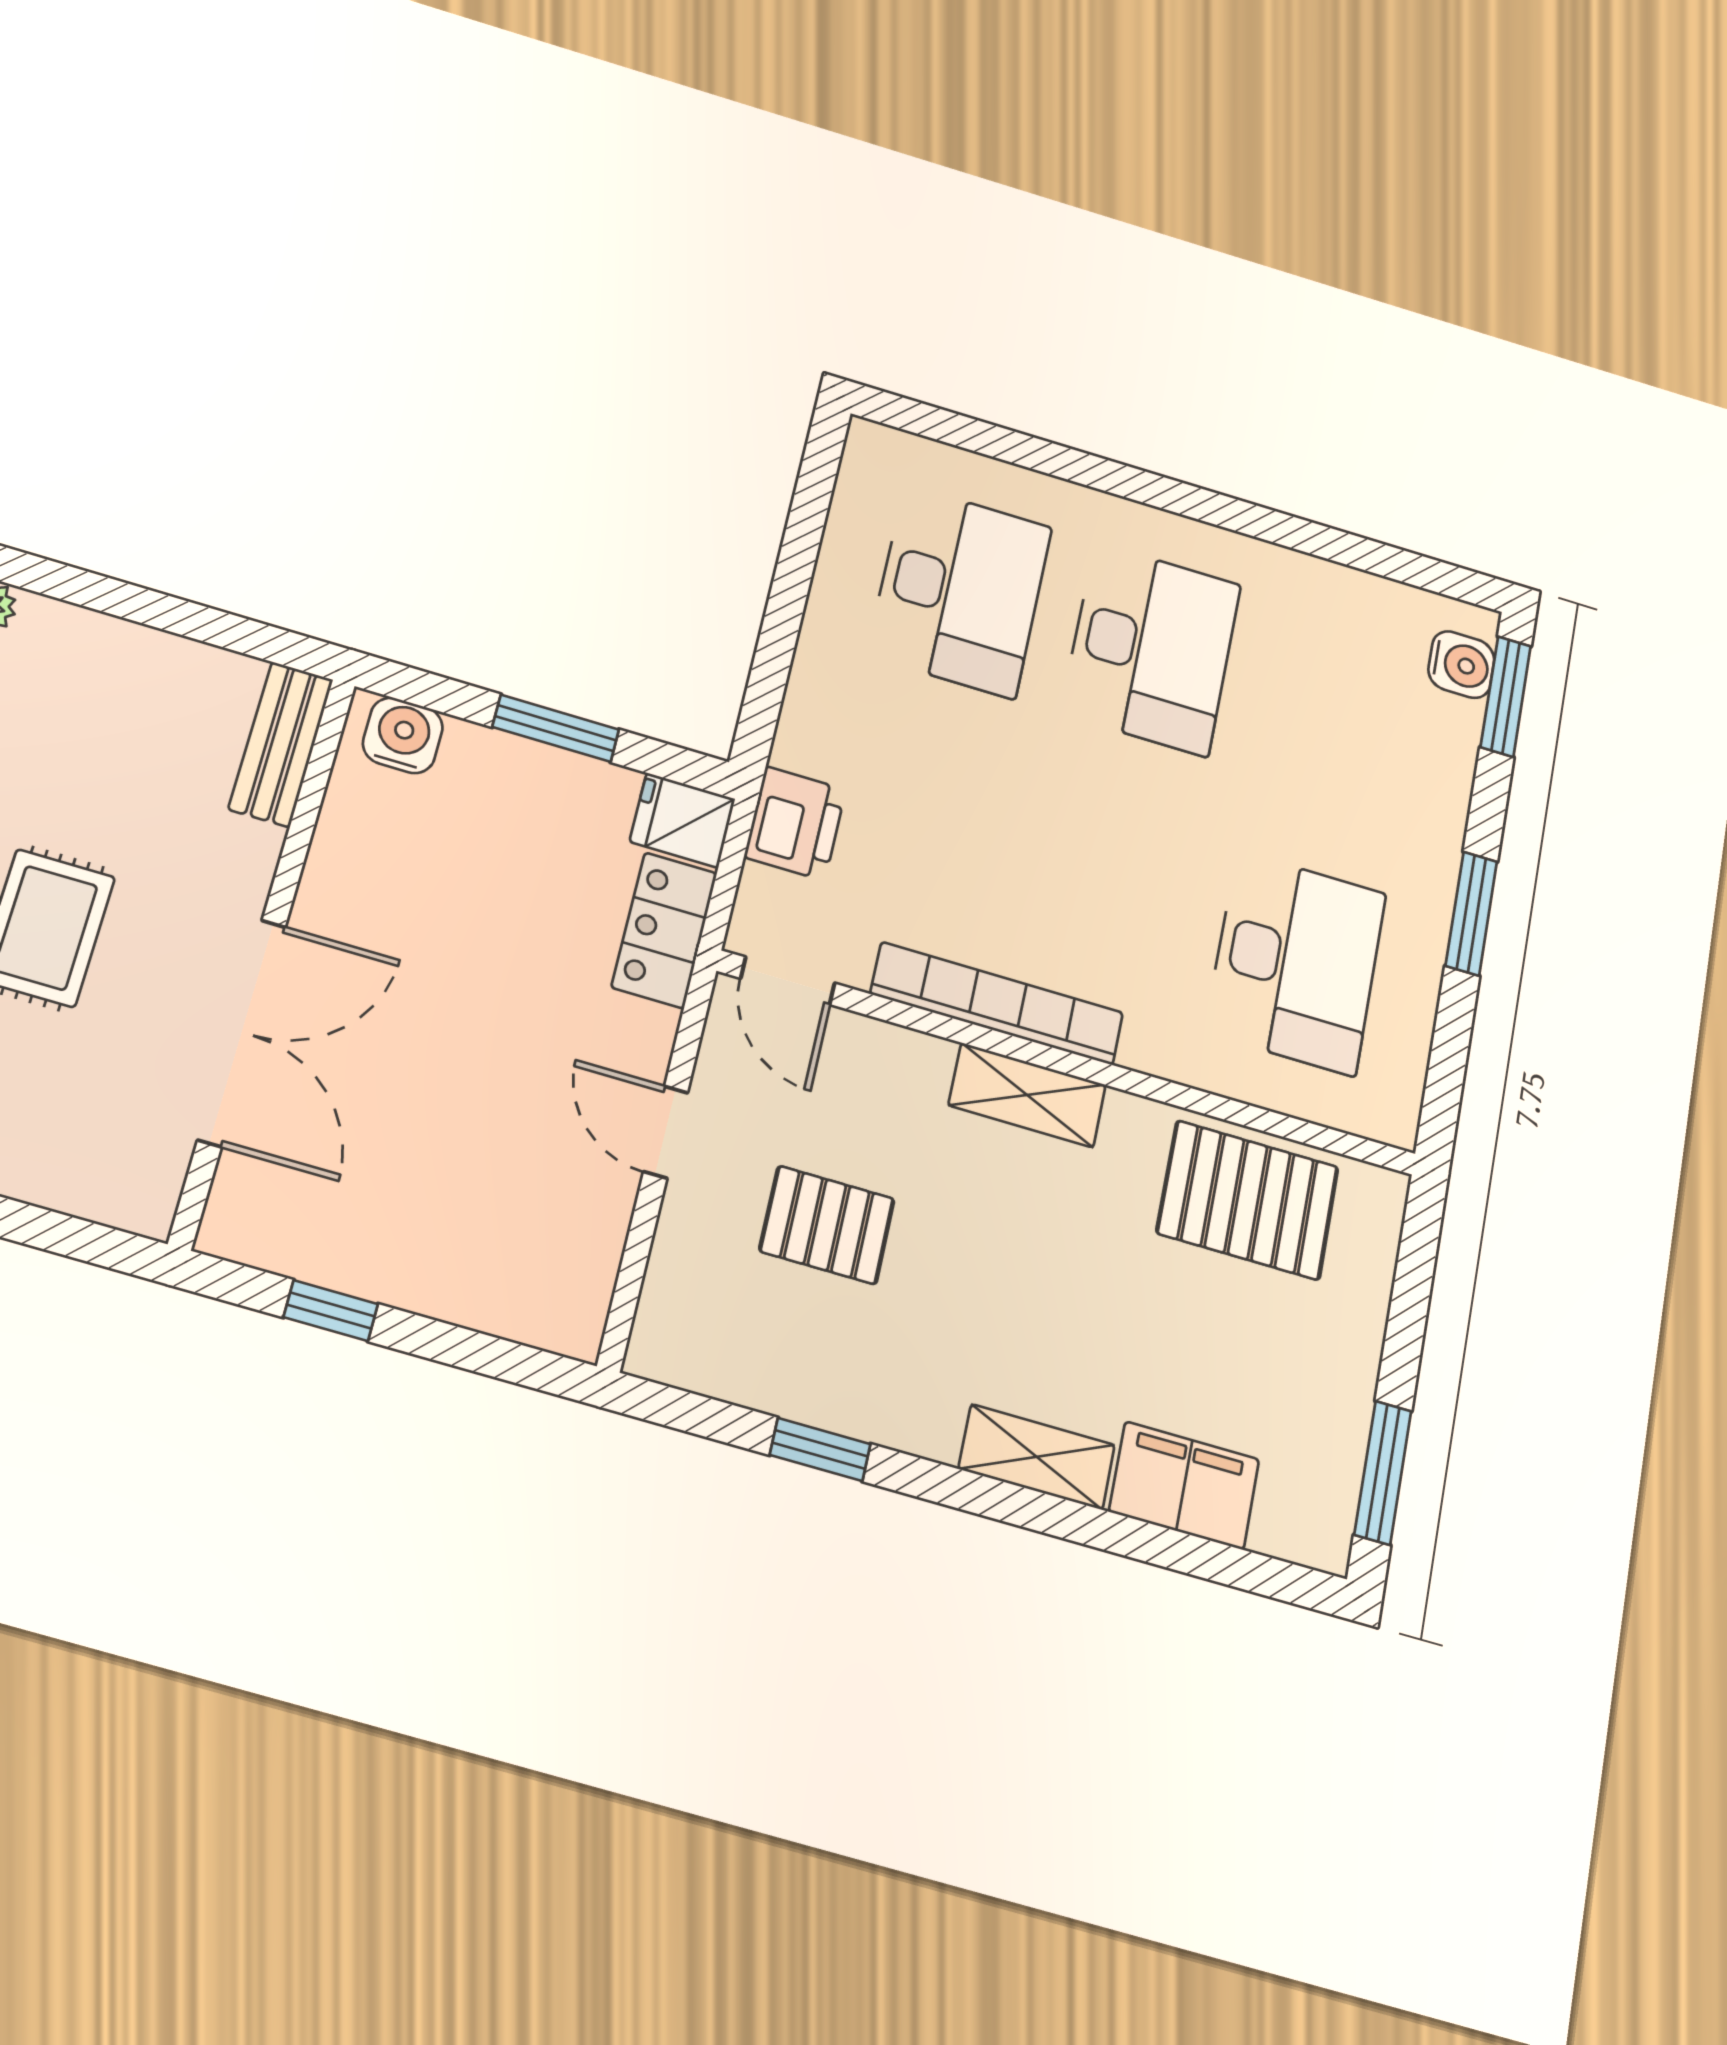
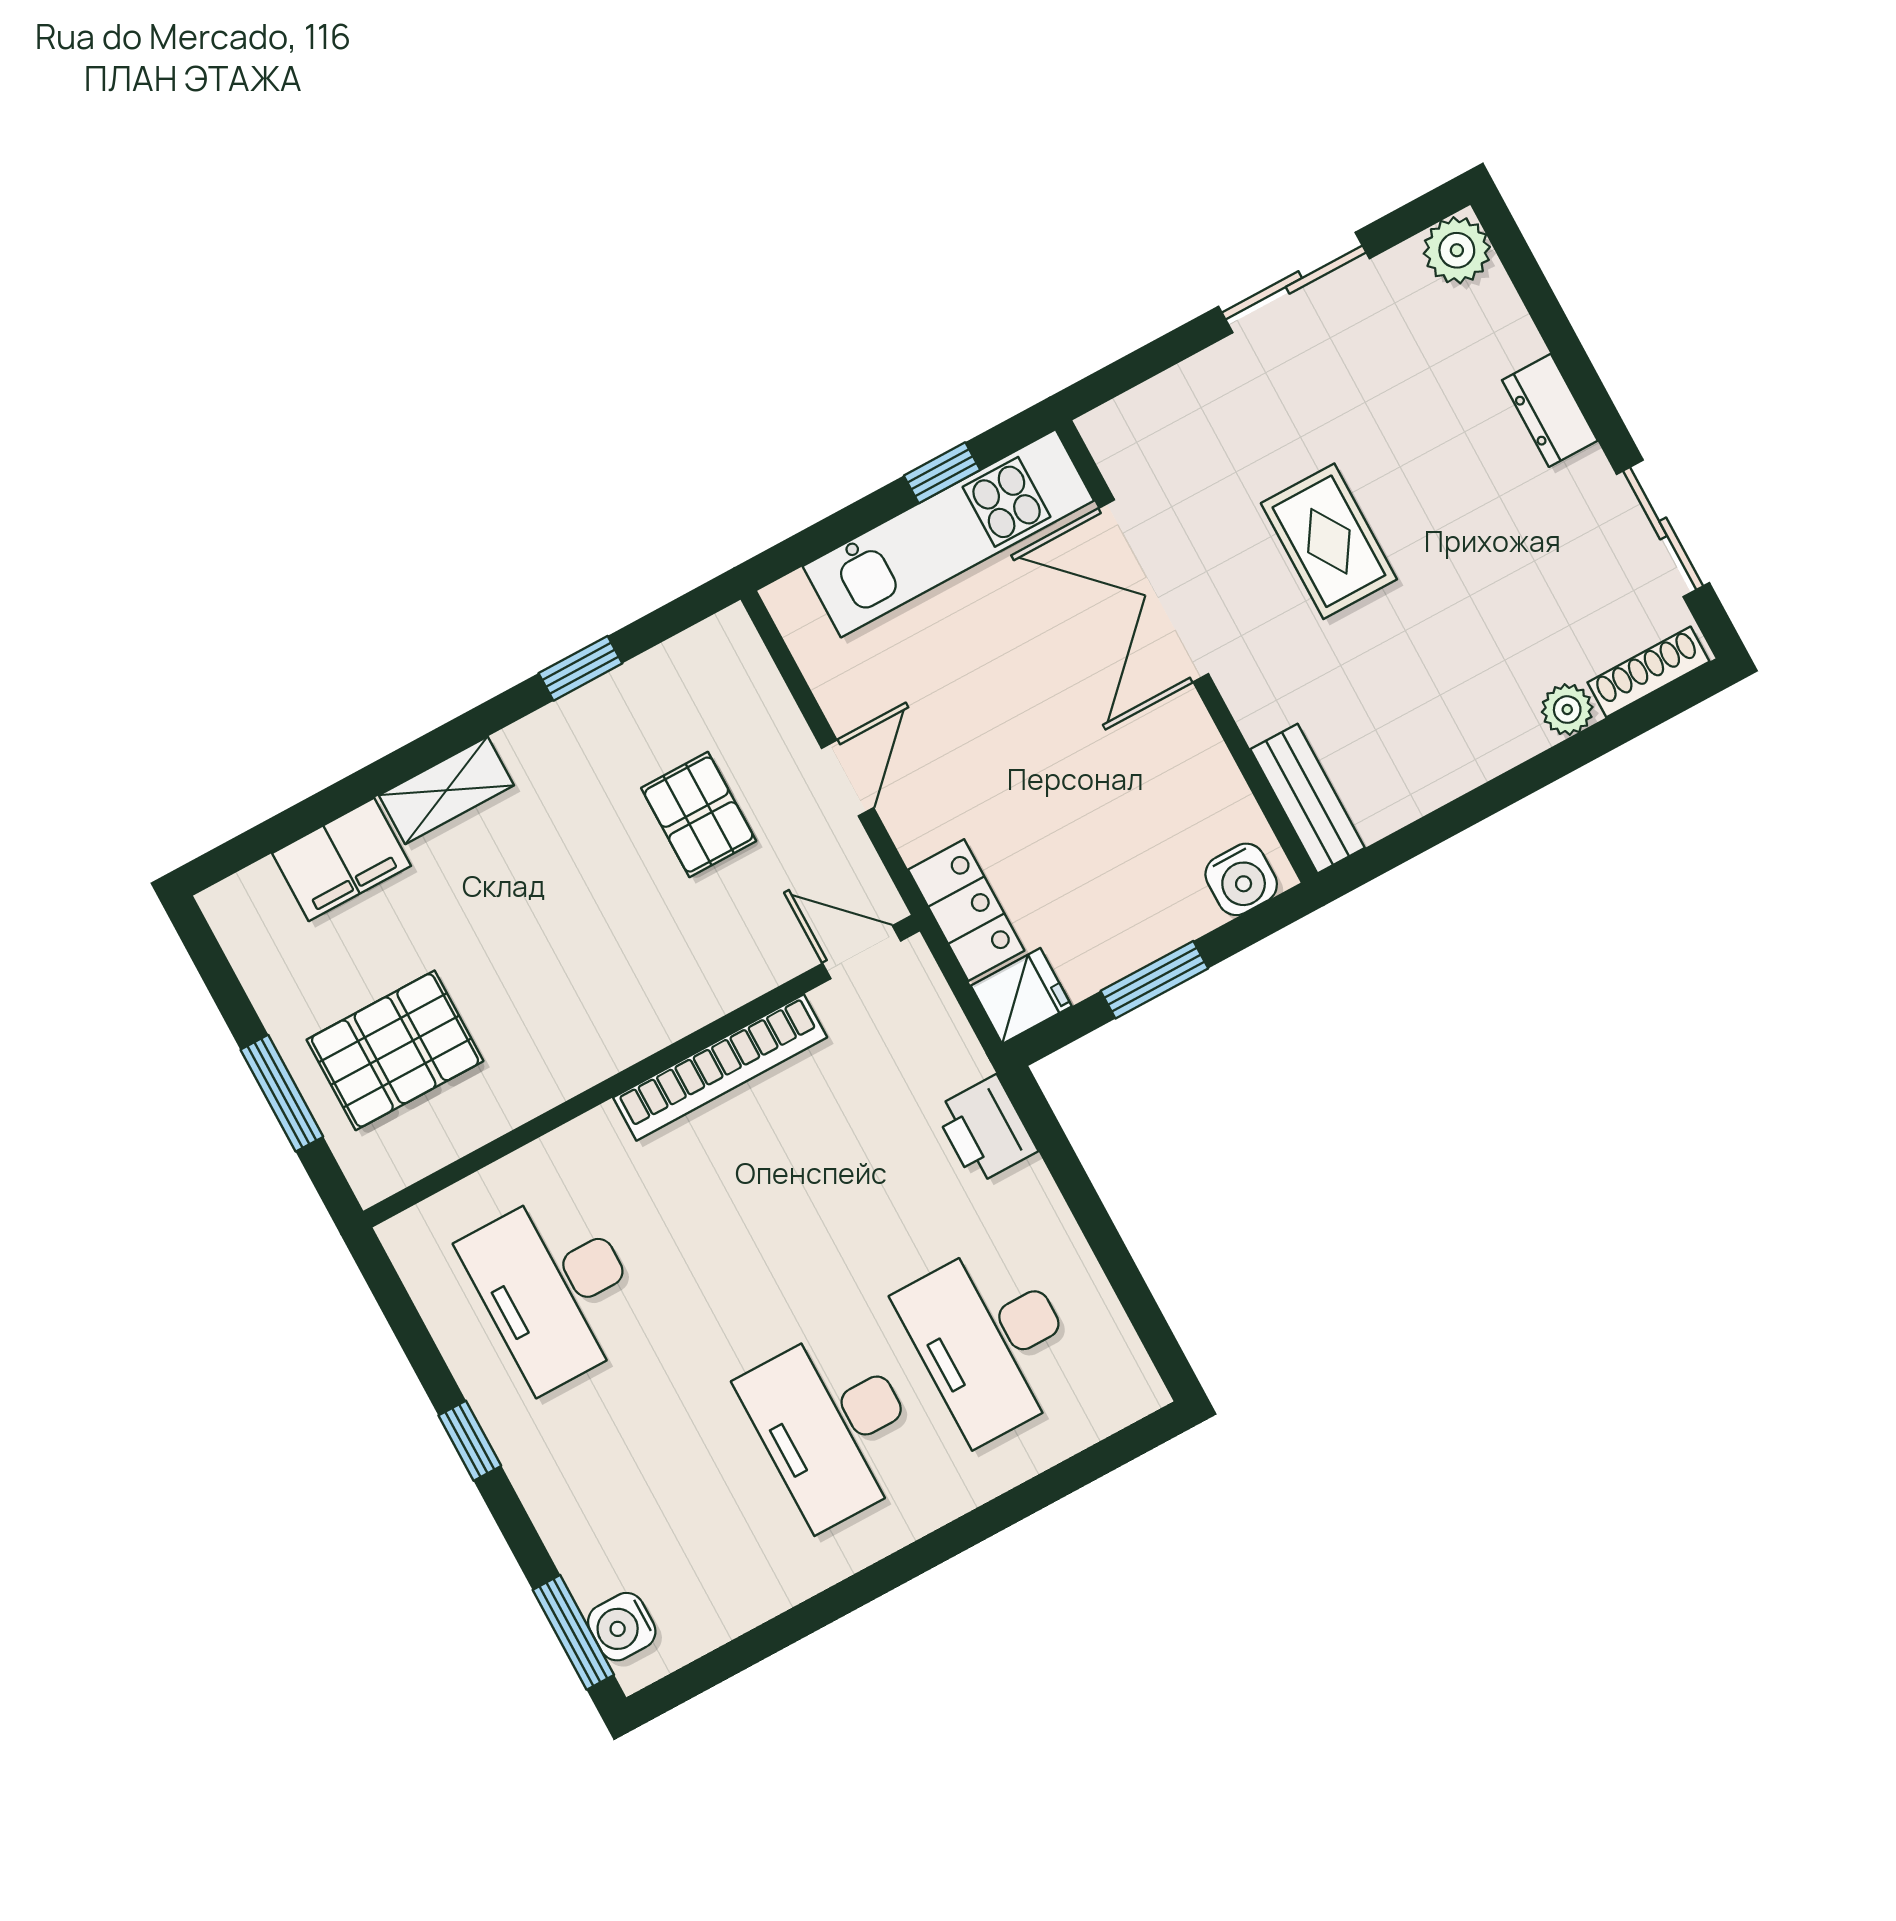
printer: (795, 823) -> (986, 1130), moved
window: (1471, 913) -> (470, 1441), width x0.67
shelving: (1027, 1095) -> (649, 1023), removed
door: (666, 1132) -> (848, 778), hinge flipped
pallet: (1248, 1200) -> (395, 1050), moved
pallet: (827, 1225) -> (699, 815), turned 90
kitchen unit: (376, 1253) -> (948, 533), added
window: (1383, 1473) -> (282, 1093), moved

